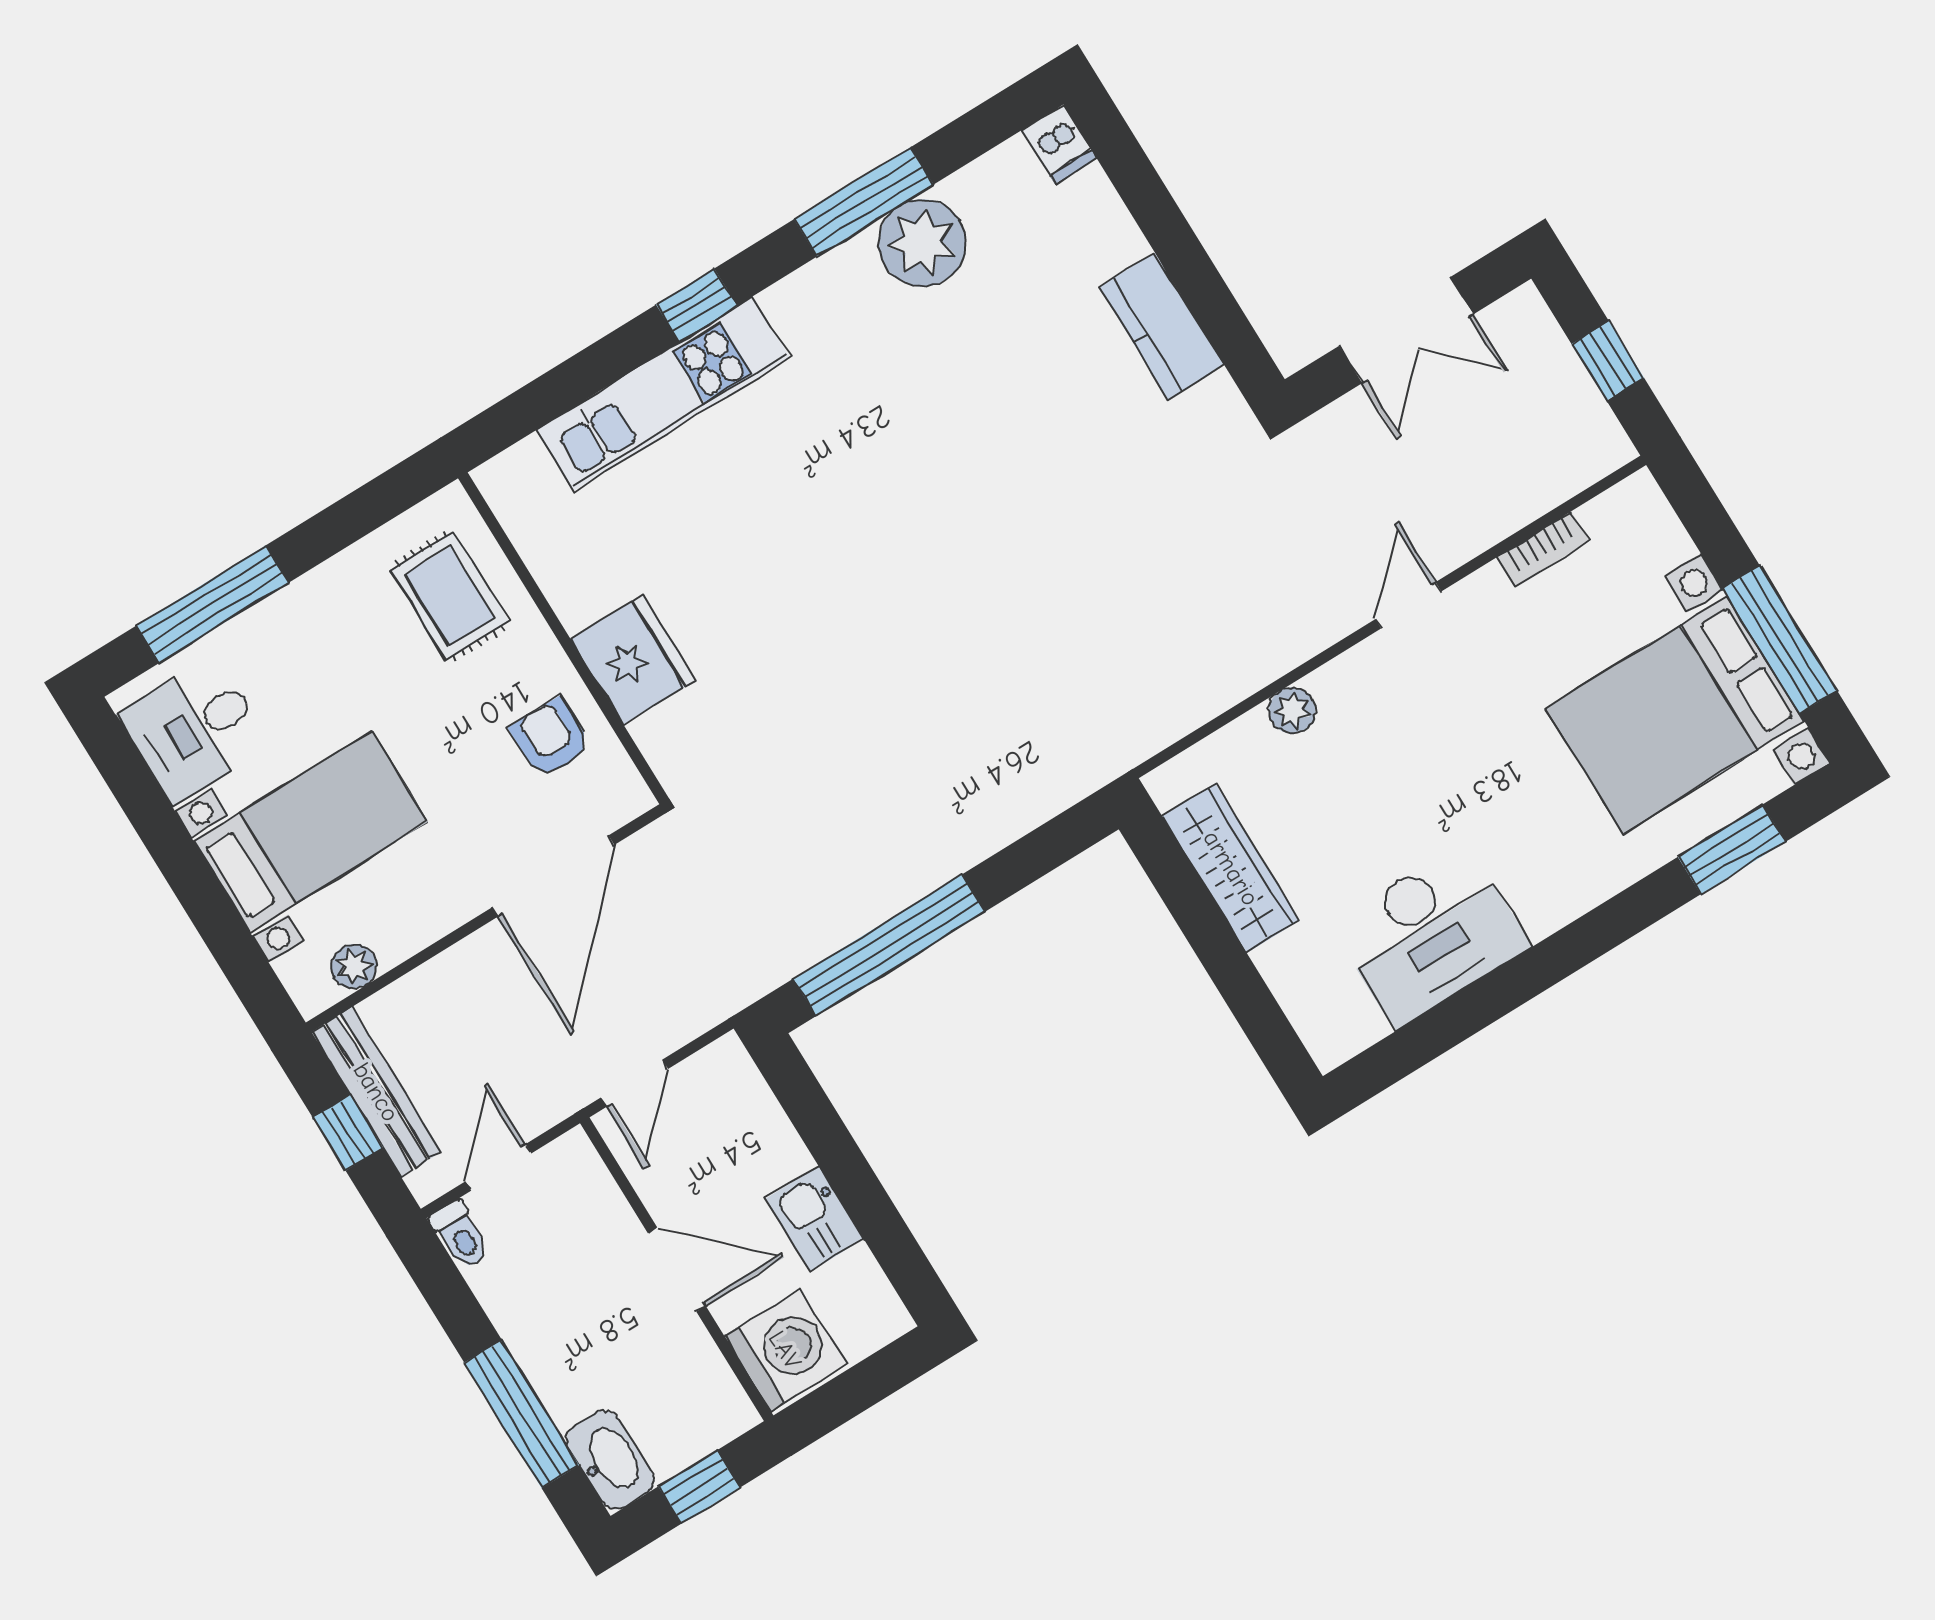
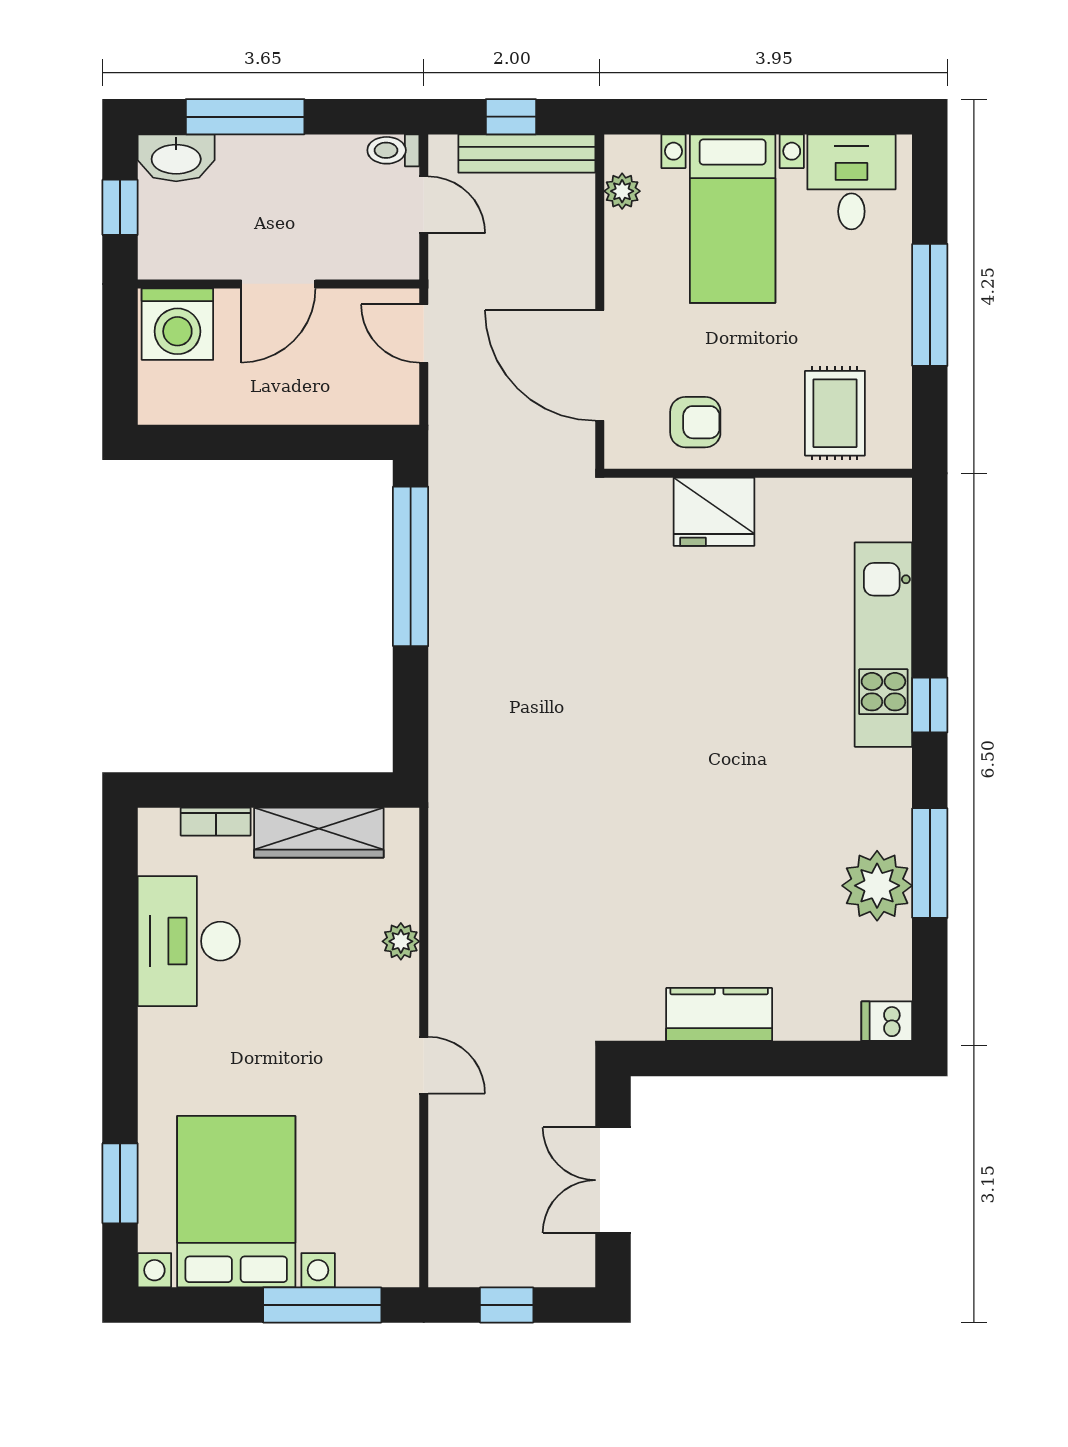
bookcase: (1543, 549) -> (216, 822), moved, turned -90
rug: (450, 596) -> (835, 413), turned 90
window: (212, 604) -> (930, 305), moved
window: (1780, 639) -> (322, 1305), moved
kitchen sink: (815, 1219) -> (255, 400), removed

